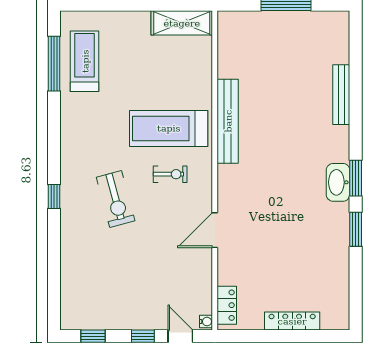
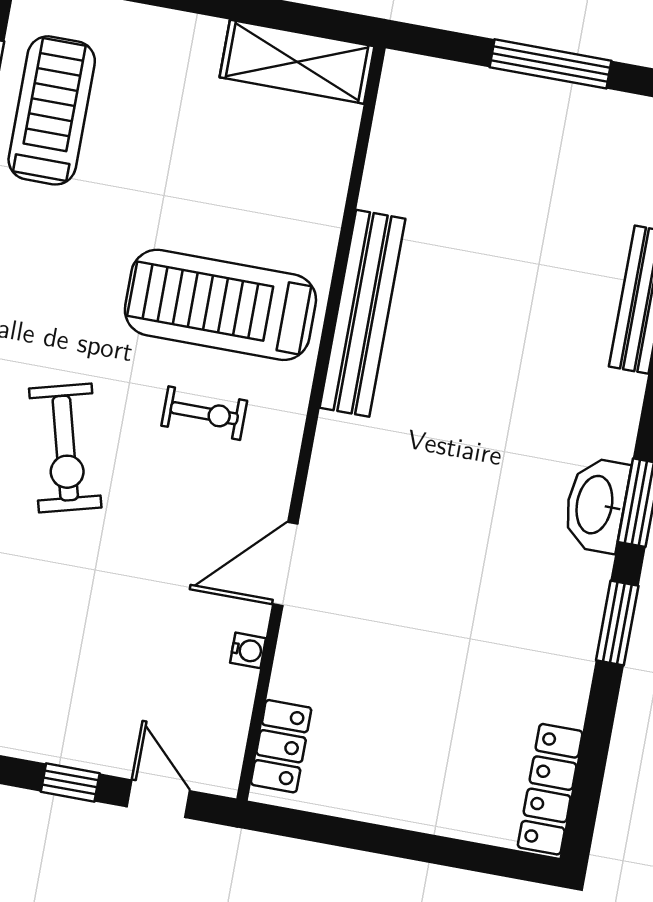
locker: (292, 321) -> (550, 789), moved, turned -90
water cooler: (206, 322) -> (248, 650), moved

